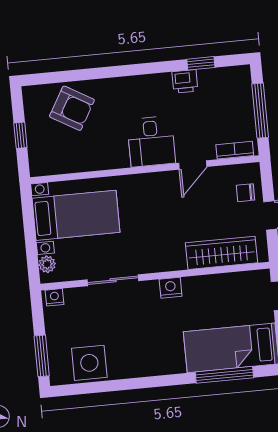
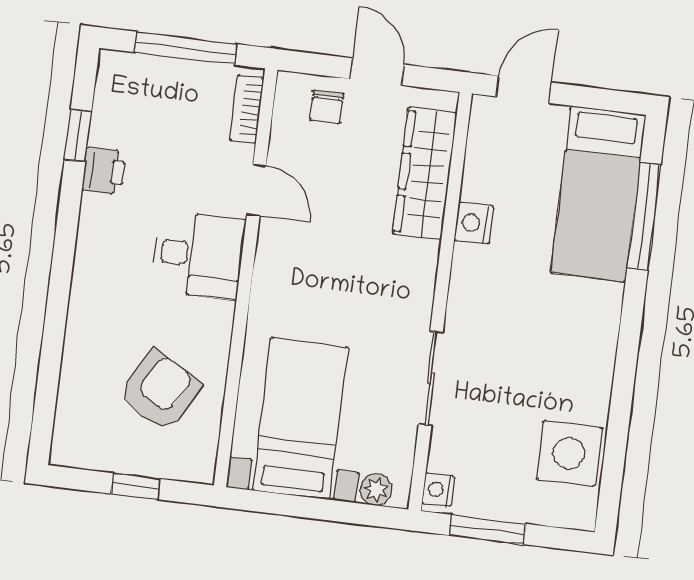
armchair: (72, 108) -> (160, 391), moved
nightstand: (171, 288) -> (474, 223), moved
window: (42, 356) -> (488, 530), moved

